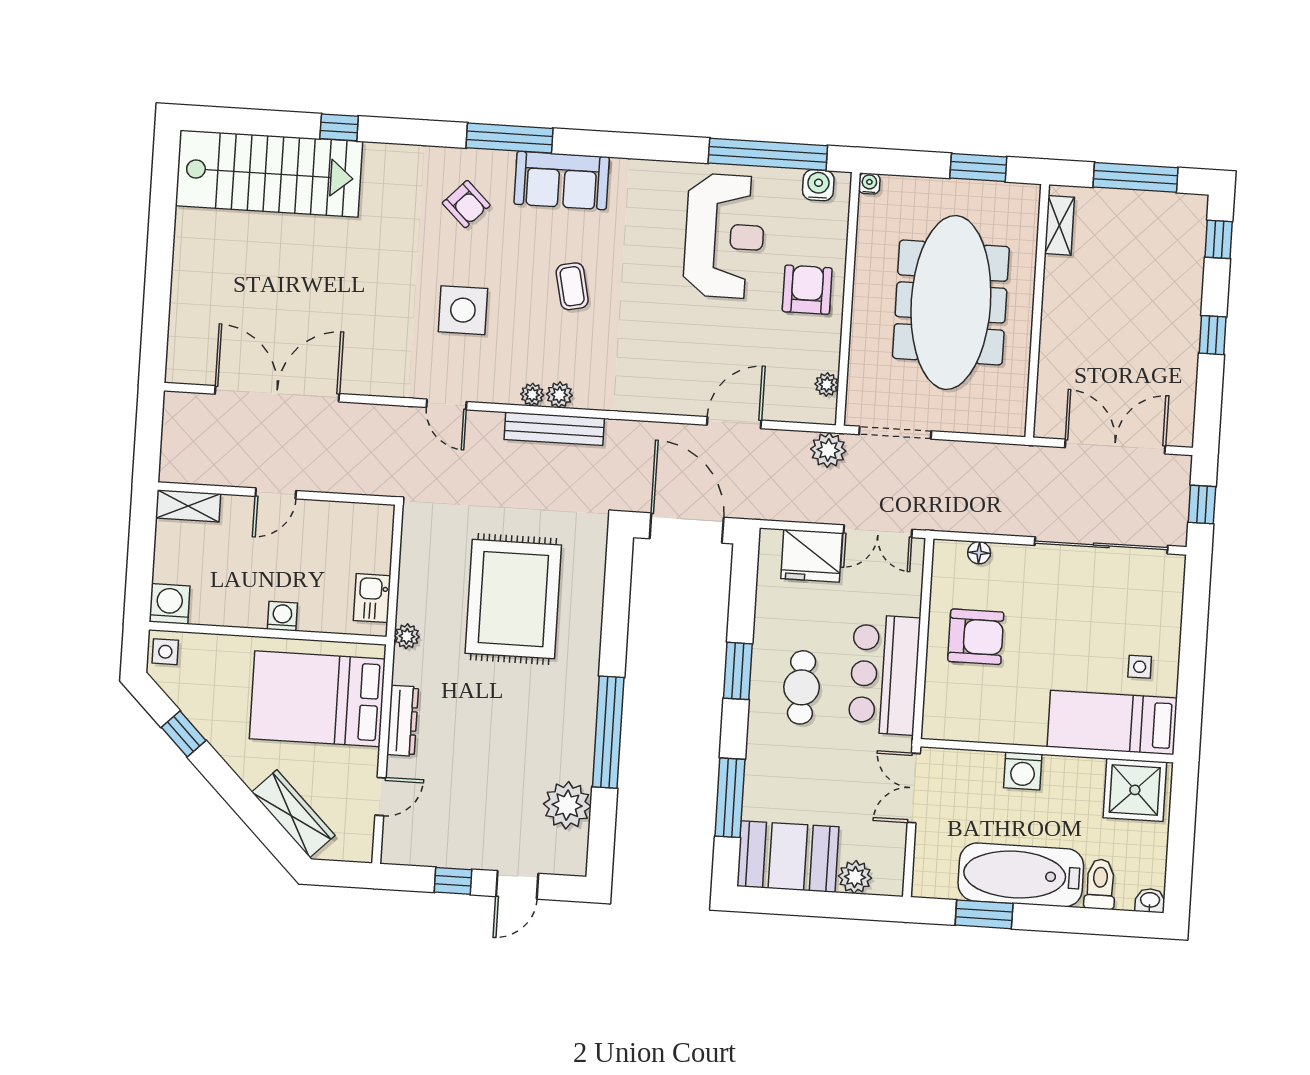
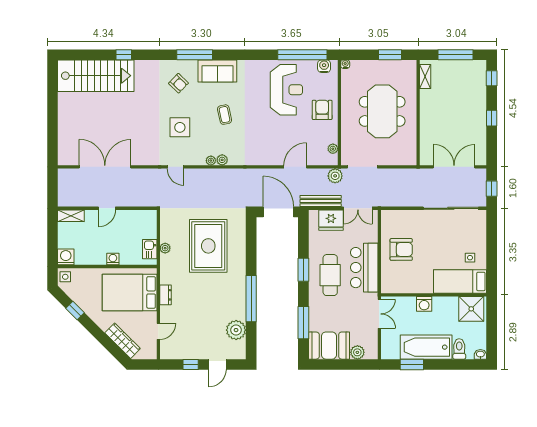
meeting table: (951, 302) -> (382, 111), width x0.73
bench: (554, 429) -> (321, 201), moved
floor lamp: (979, 553) -> (400, 215), removed
plant: (407, 636) -> (165, 248), moved
cafe table: (802, 687) -> (330, 275), width x1.37, depth x1.35
dresser: (403, 721) -> (166, 295), width x0.70
double door: (914, 788) -> (379, 314), swing flipped

